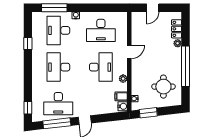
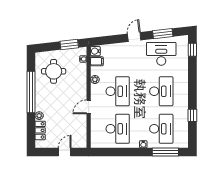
desk: (101, 30) -> (118, 129), turned 90
desk: (101, 67) -> (118, 91), turned 180
window: (57, 123) -> (163, 34), width x0.69

